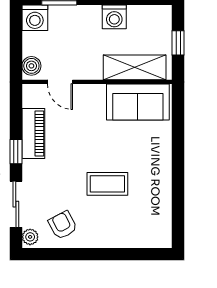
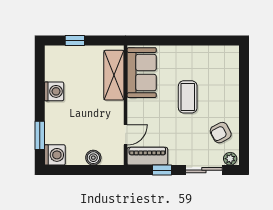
shelving: (135, 67) -> (114, 75), moved
door: (60, 82) -> (126, 135), moved
wall: (97, 82) -> (126, 105), moved
sofa: (138, 102) -> (142, 73), moved

